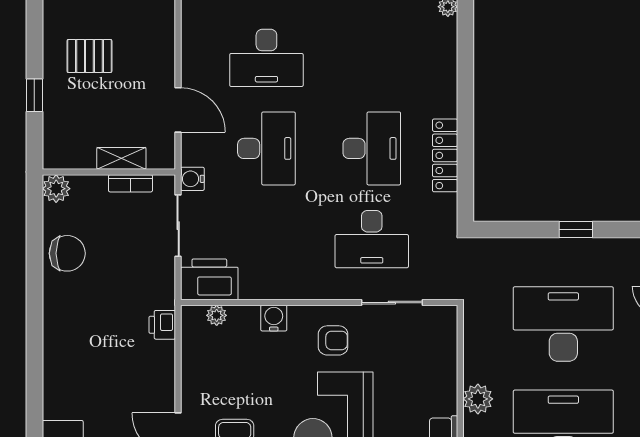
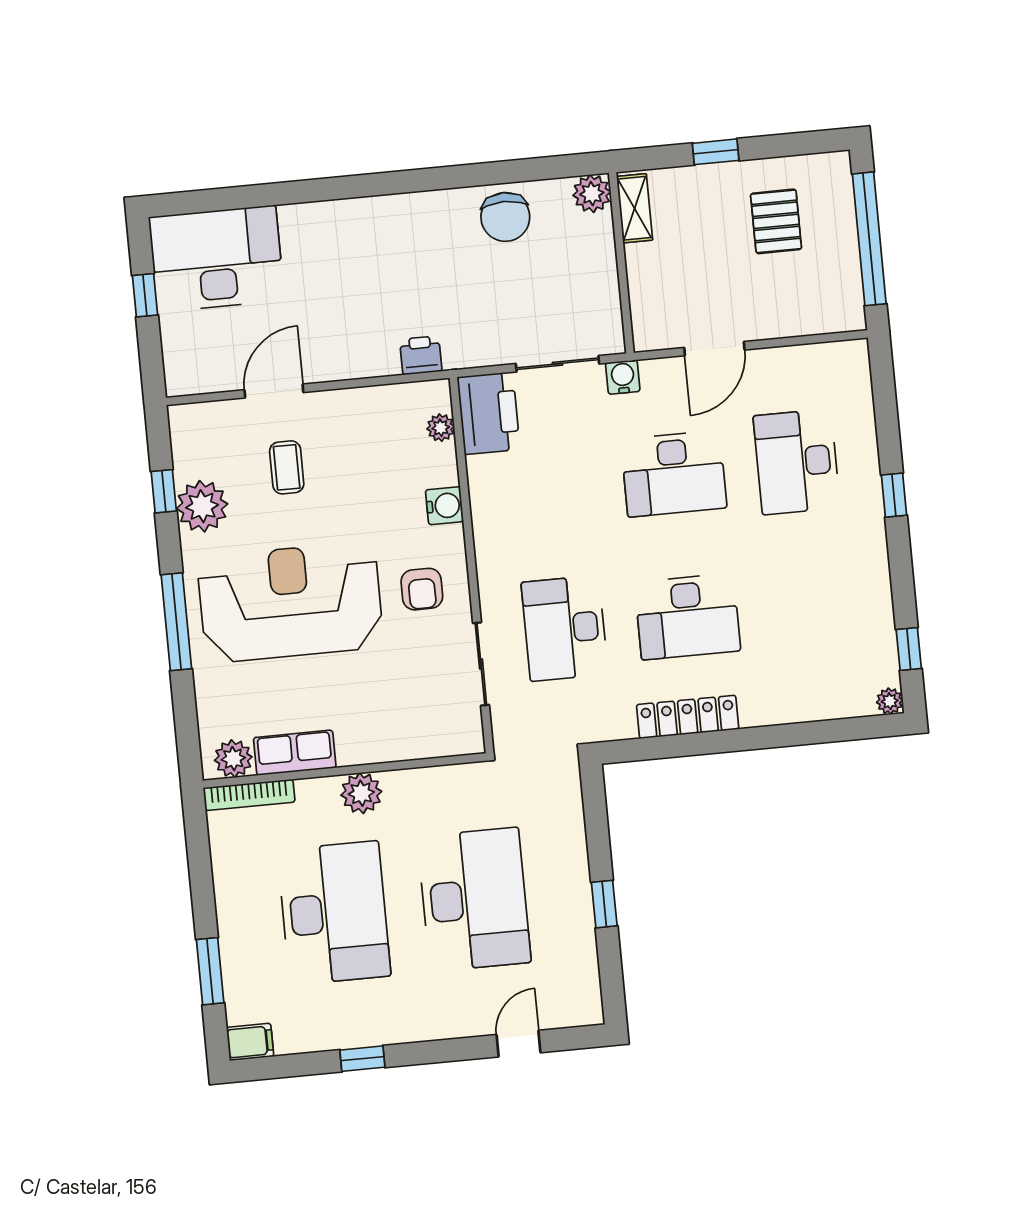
shelving: (121, 158) -> (635, 208), moved
bookcase: (130, 183) -> (609, 294), removed

